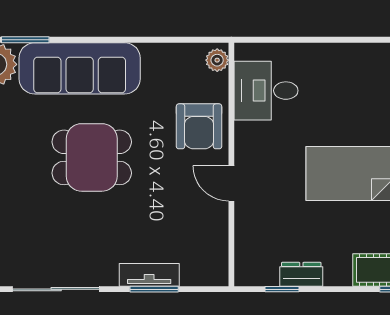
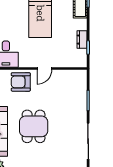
armchair: (199, 126) -> (21, 82), turned 180
tv unit: (149, 275) -> (82, 103), removed

